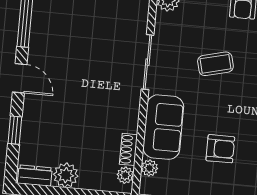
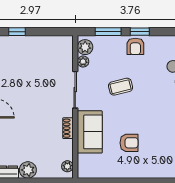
shoe rack: (128, 149) -> (68, 128), moved
plant: (149, 168) -> (83, 62), moved

